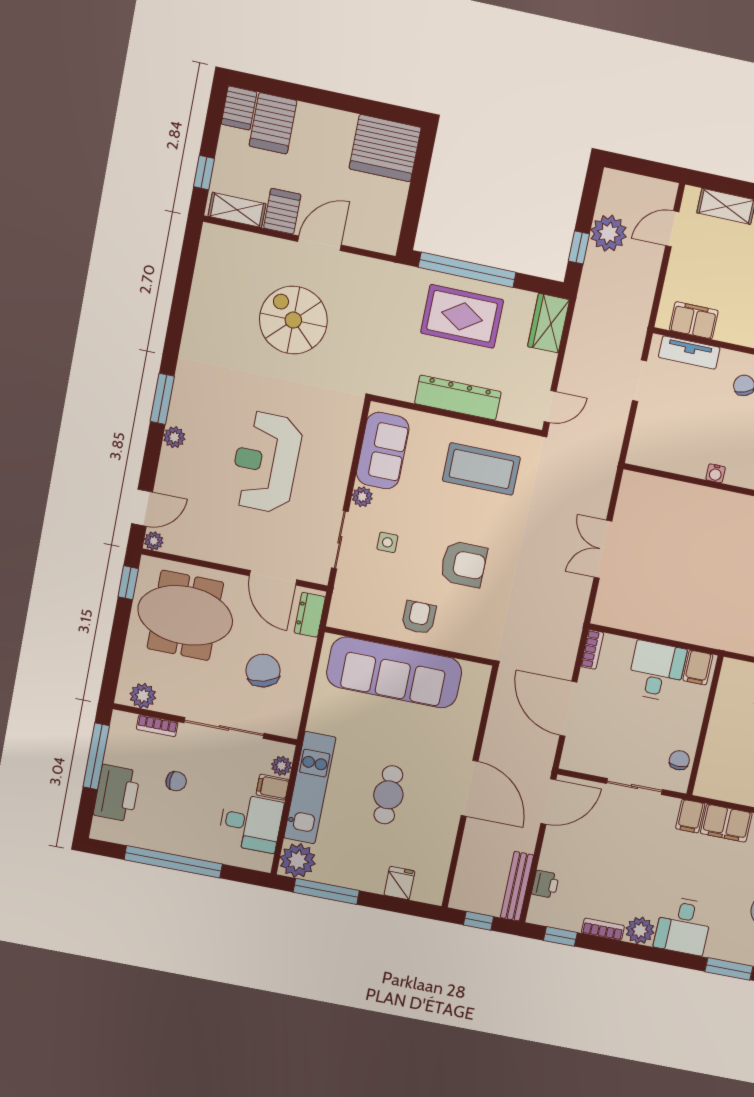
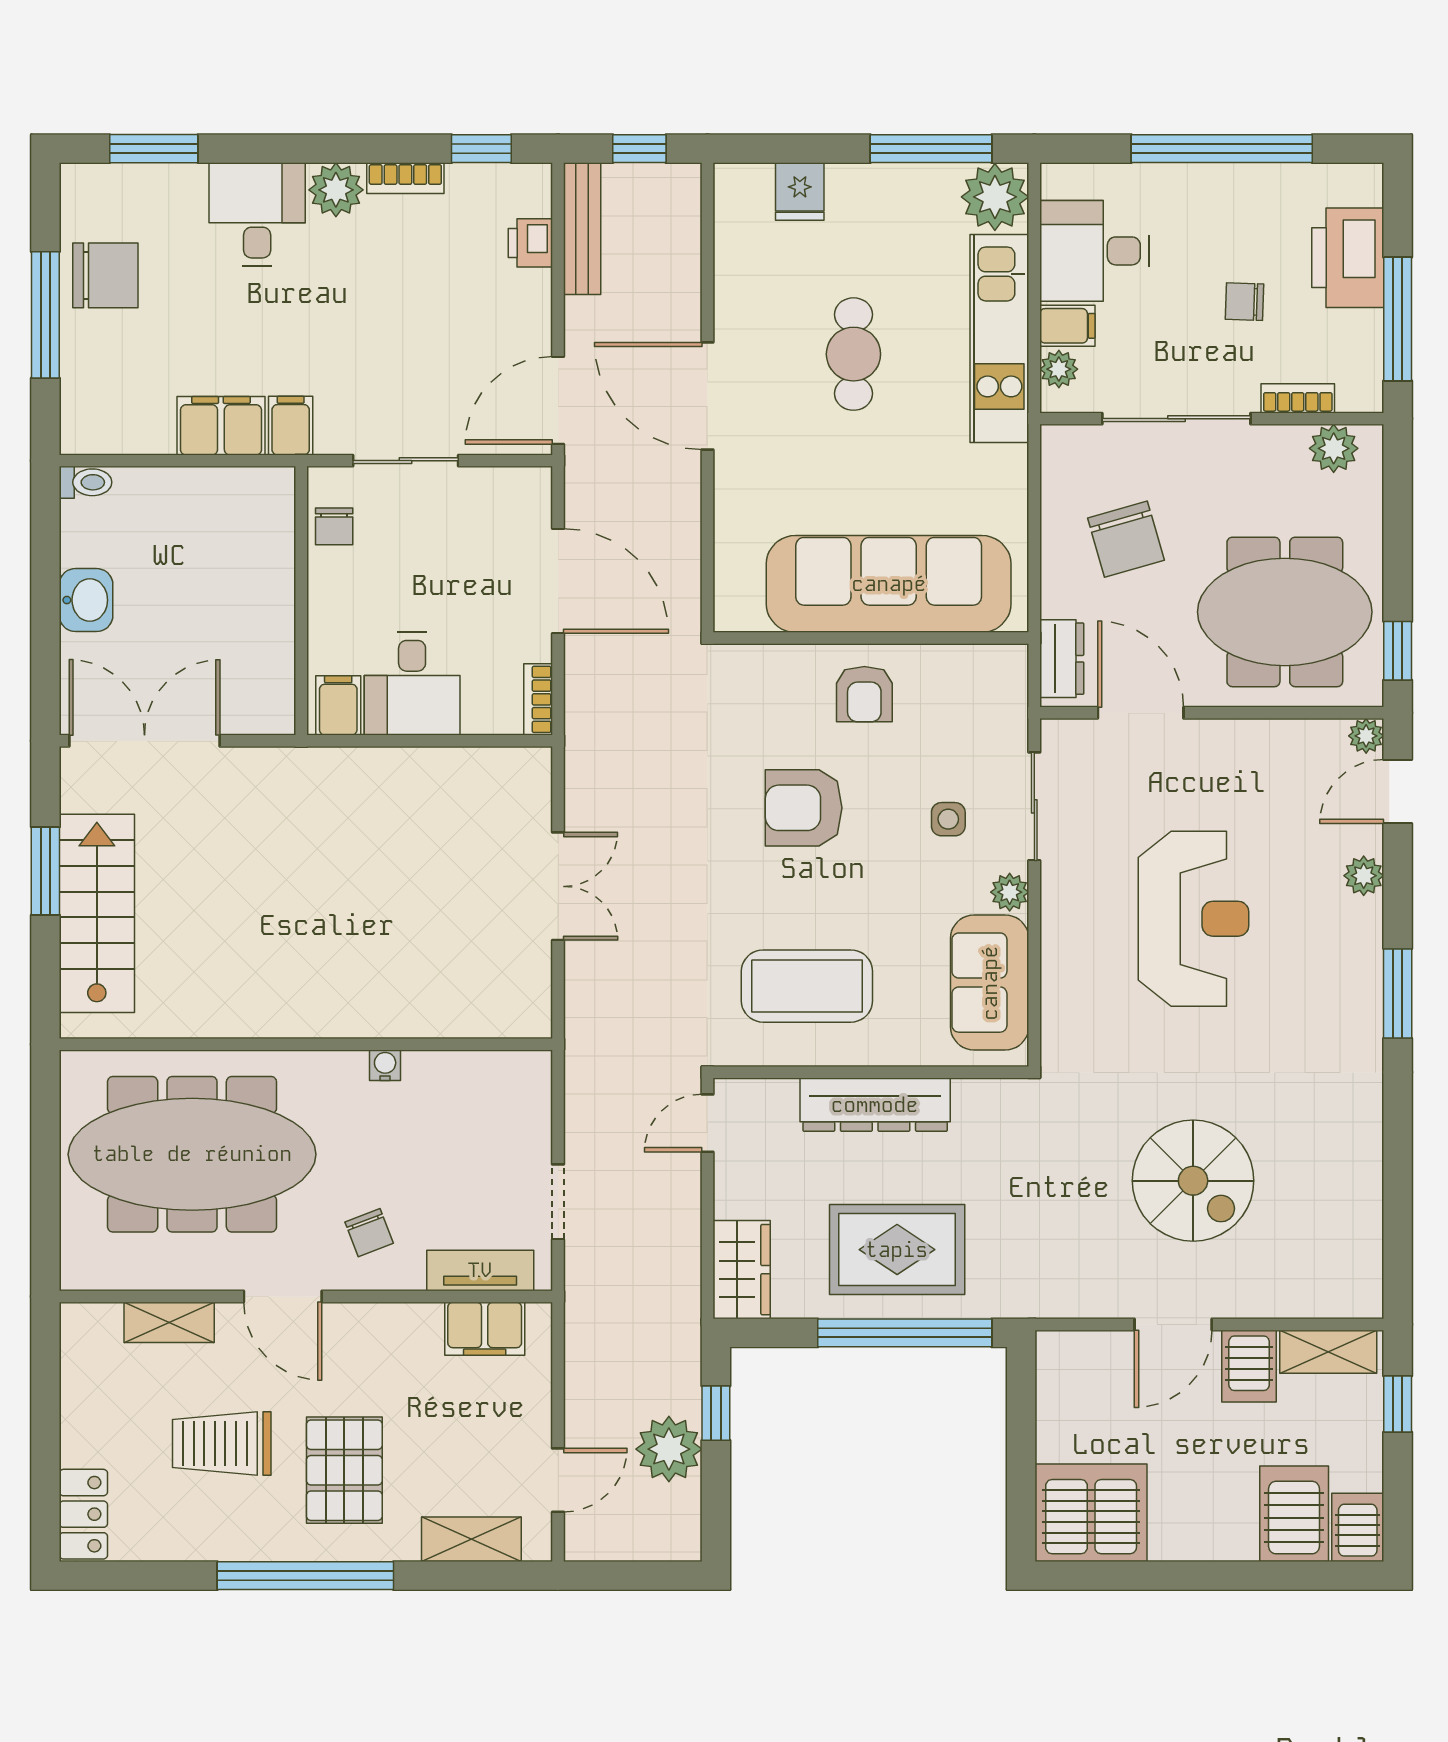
plant: (174, 437) -> (1364, 876), moved

